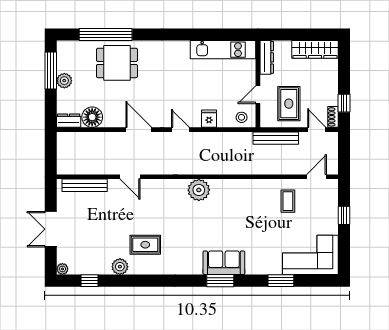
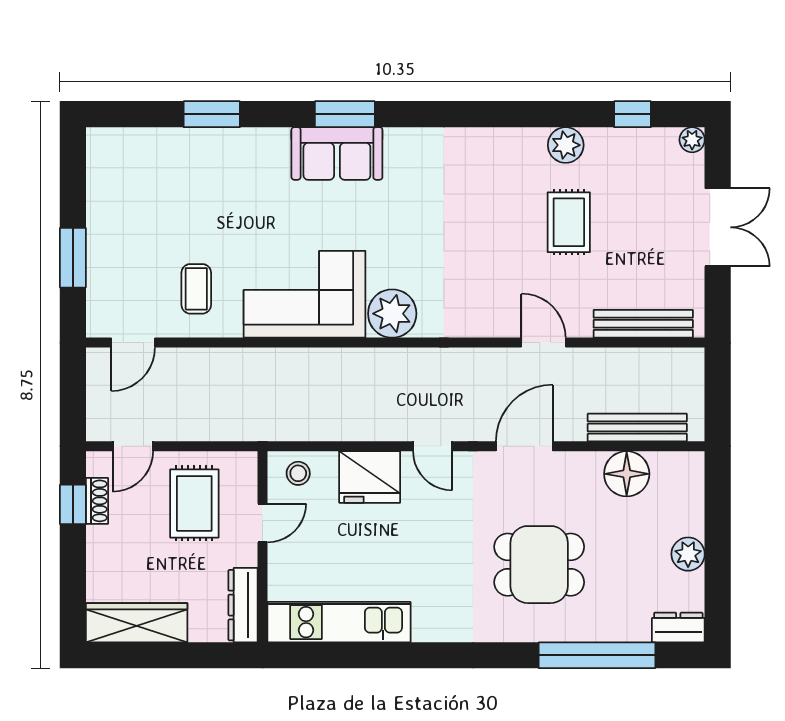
dining table: (117, 63) -> (539, 565), moved
window: (51, 71) -> (718, 576), removed
shoe rack: (333, 117) -> (97, 501), moved
fridge: (209, 119) -> (370, 477), width x1.88, depth x1.34
dresser: (69, 121) -> (678, 627), moved, turned 180
door: (139, 130) -> (524, 446), swing flipped
door: (317, 130) -> (133, 446), hinge flipped
bench: (276, 138) -> (637, 428), moved
window: (344, 215) -> (73, 258), width x1.50
rug: (145, 245) -> (569, 222), moved, turned 90
corner sofa: (310, 255) -> (305, 294), moved, turned 180

